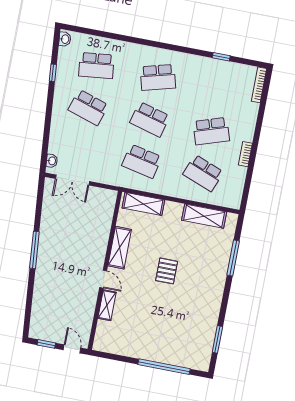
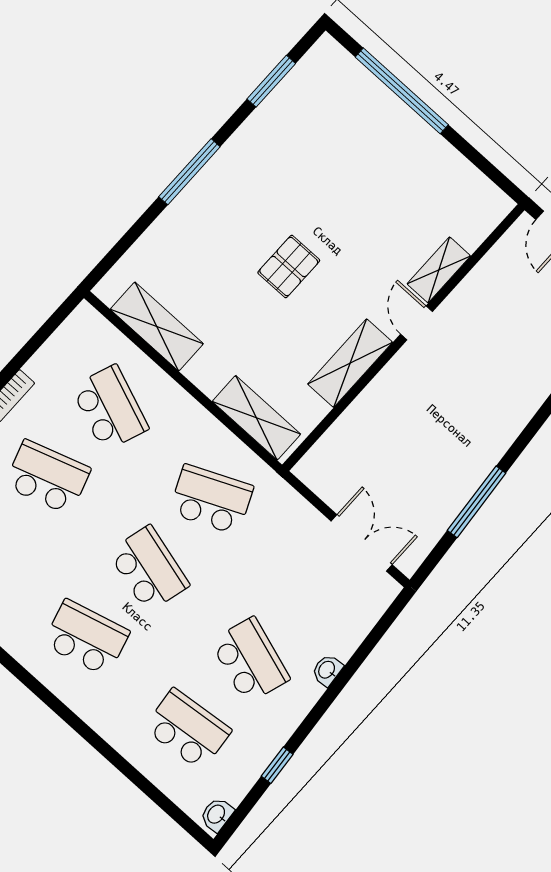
washbasin: (52, 161) -> (327, 670), moved
school desk: (142, 161) -> (211, 499), turned -36
window: (34, 250) -> (477, 502), moved
window: (233, 258) -> (189, 172), moved

